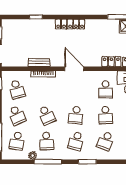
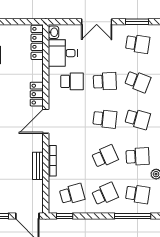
locker: (111, 62) -> (37, 94), moved

